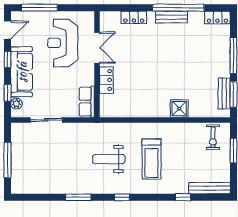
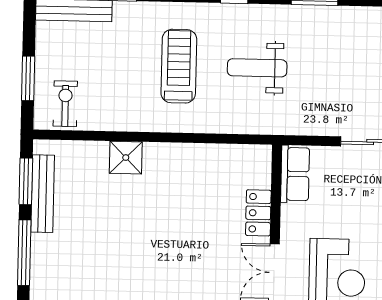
bench: (224, 93) -> (43, 194), width x1.36
weight bench: (109, 159) -> (257, 68), turned 180

